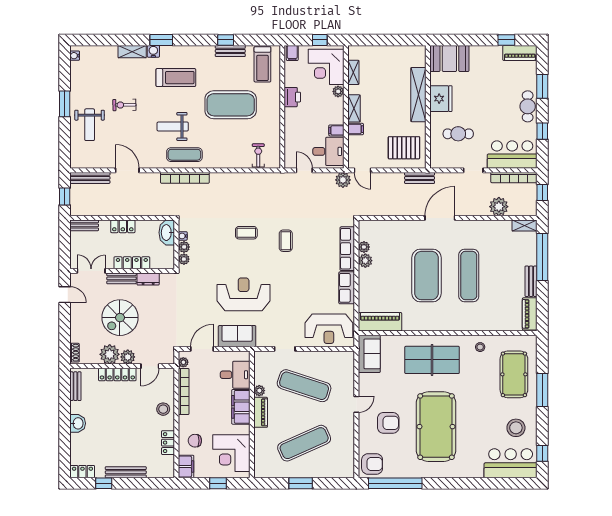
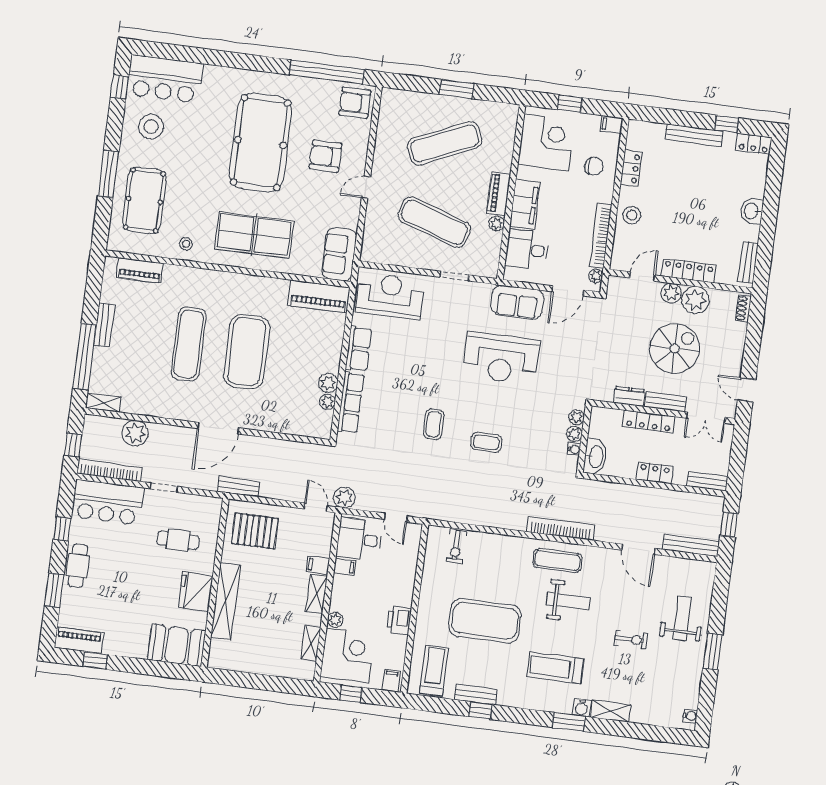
piano: (530, 314) -> (140, 270), moved, turned 90
filing cabinet: (186, 467) -> (612, 125), width x0.50

